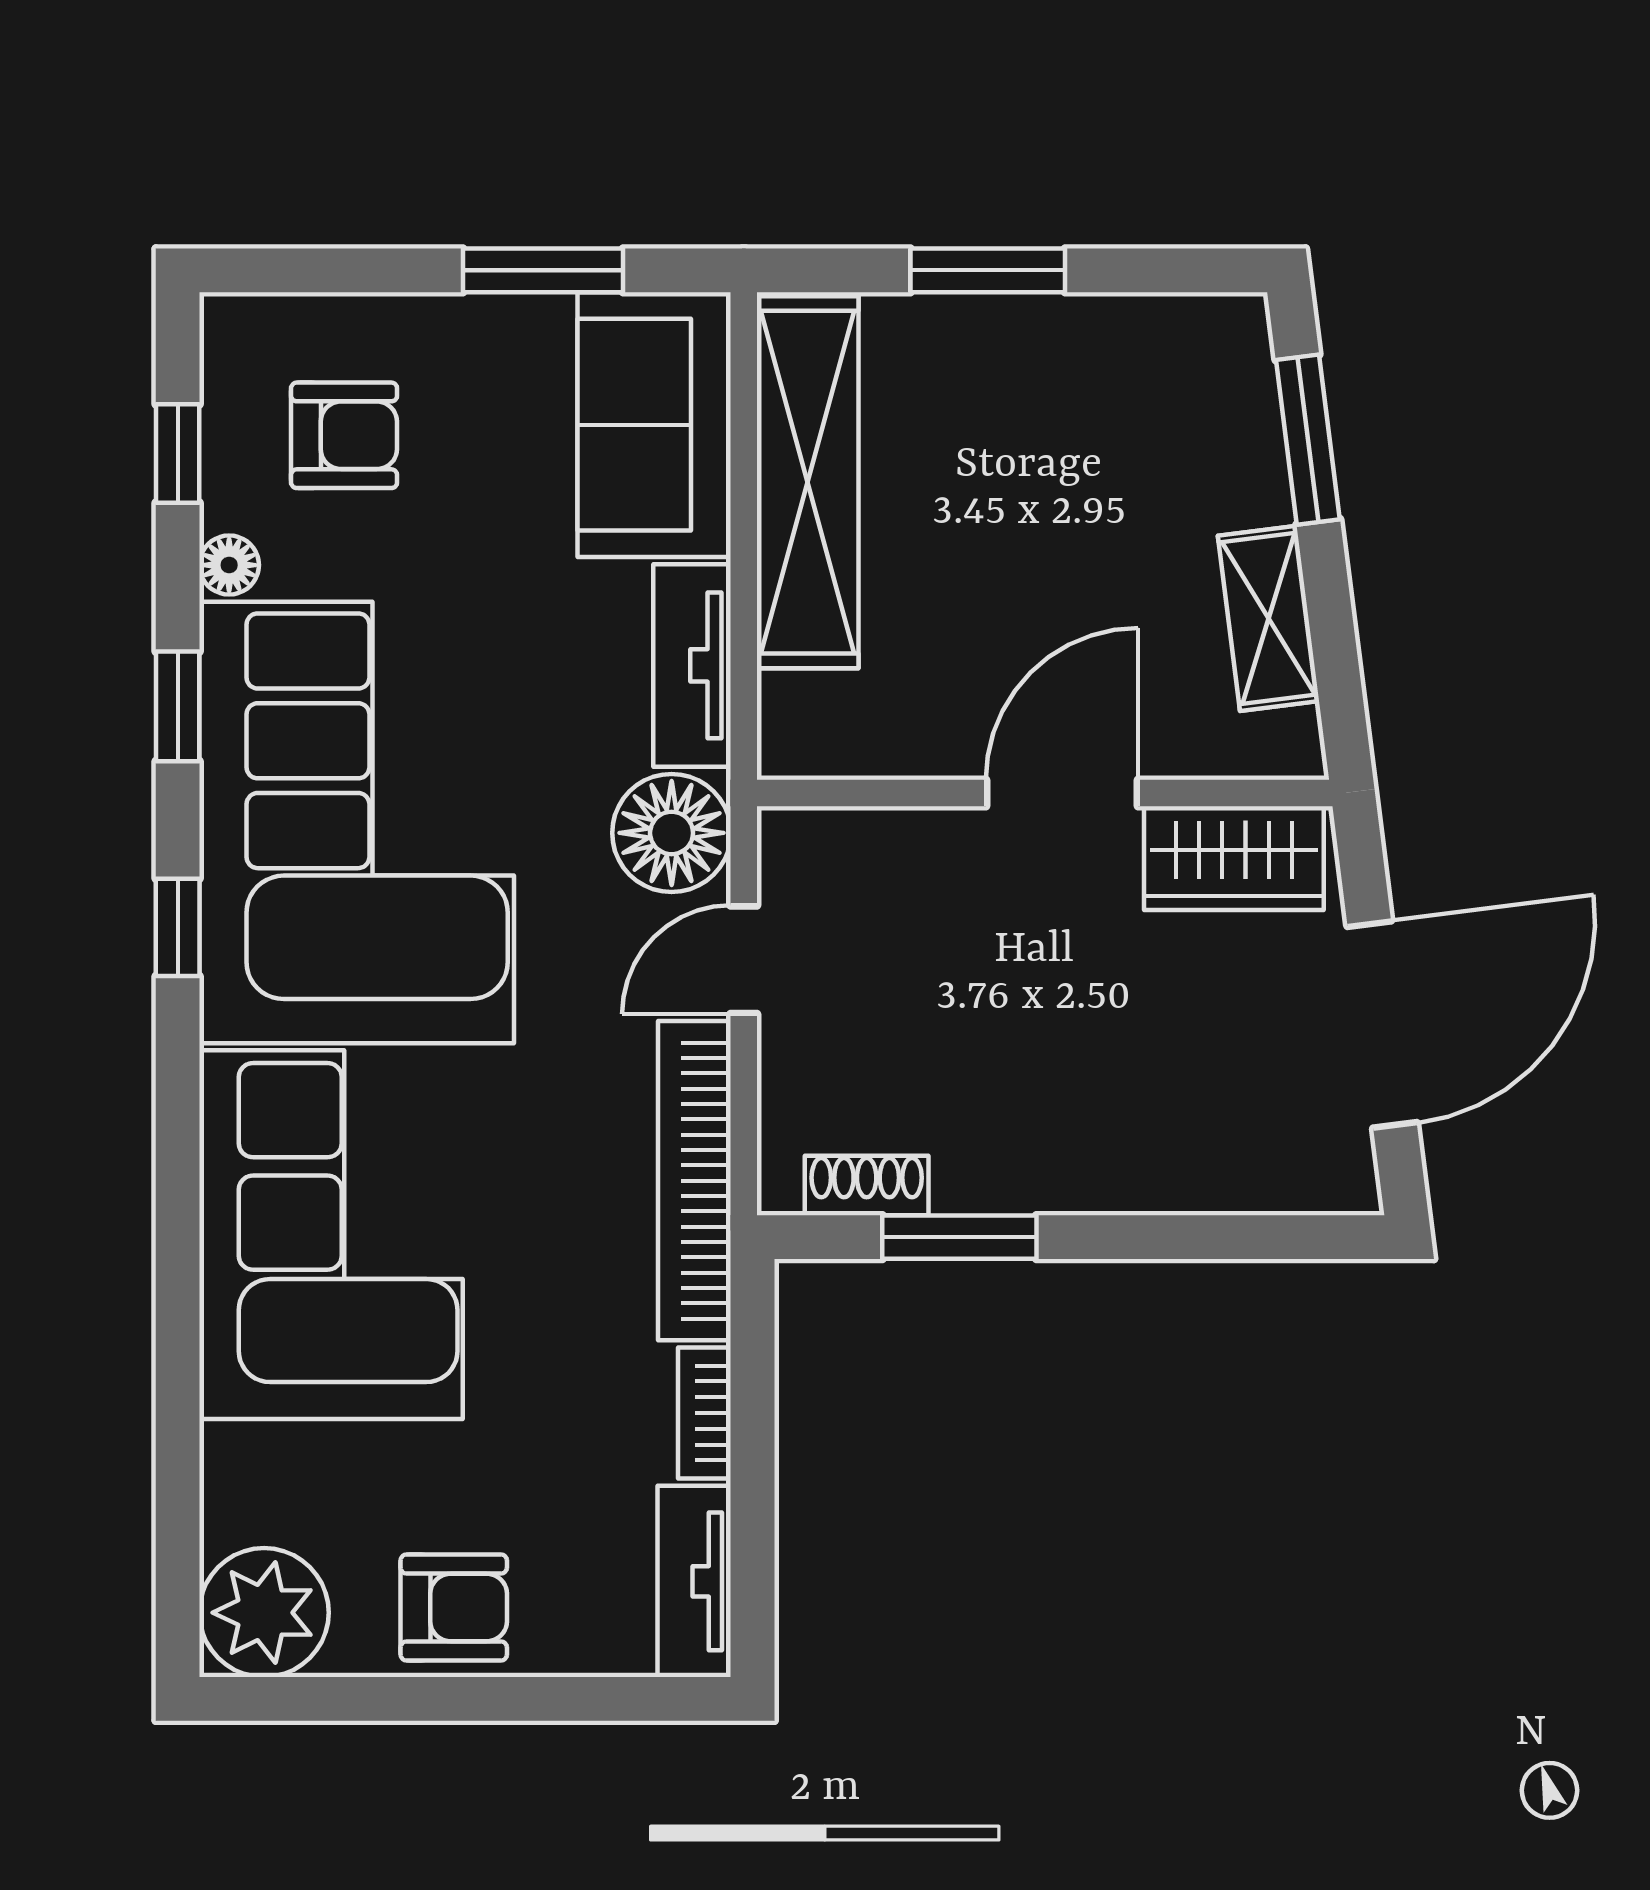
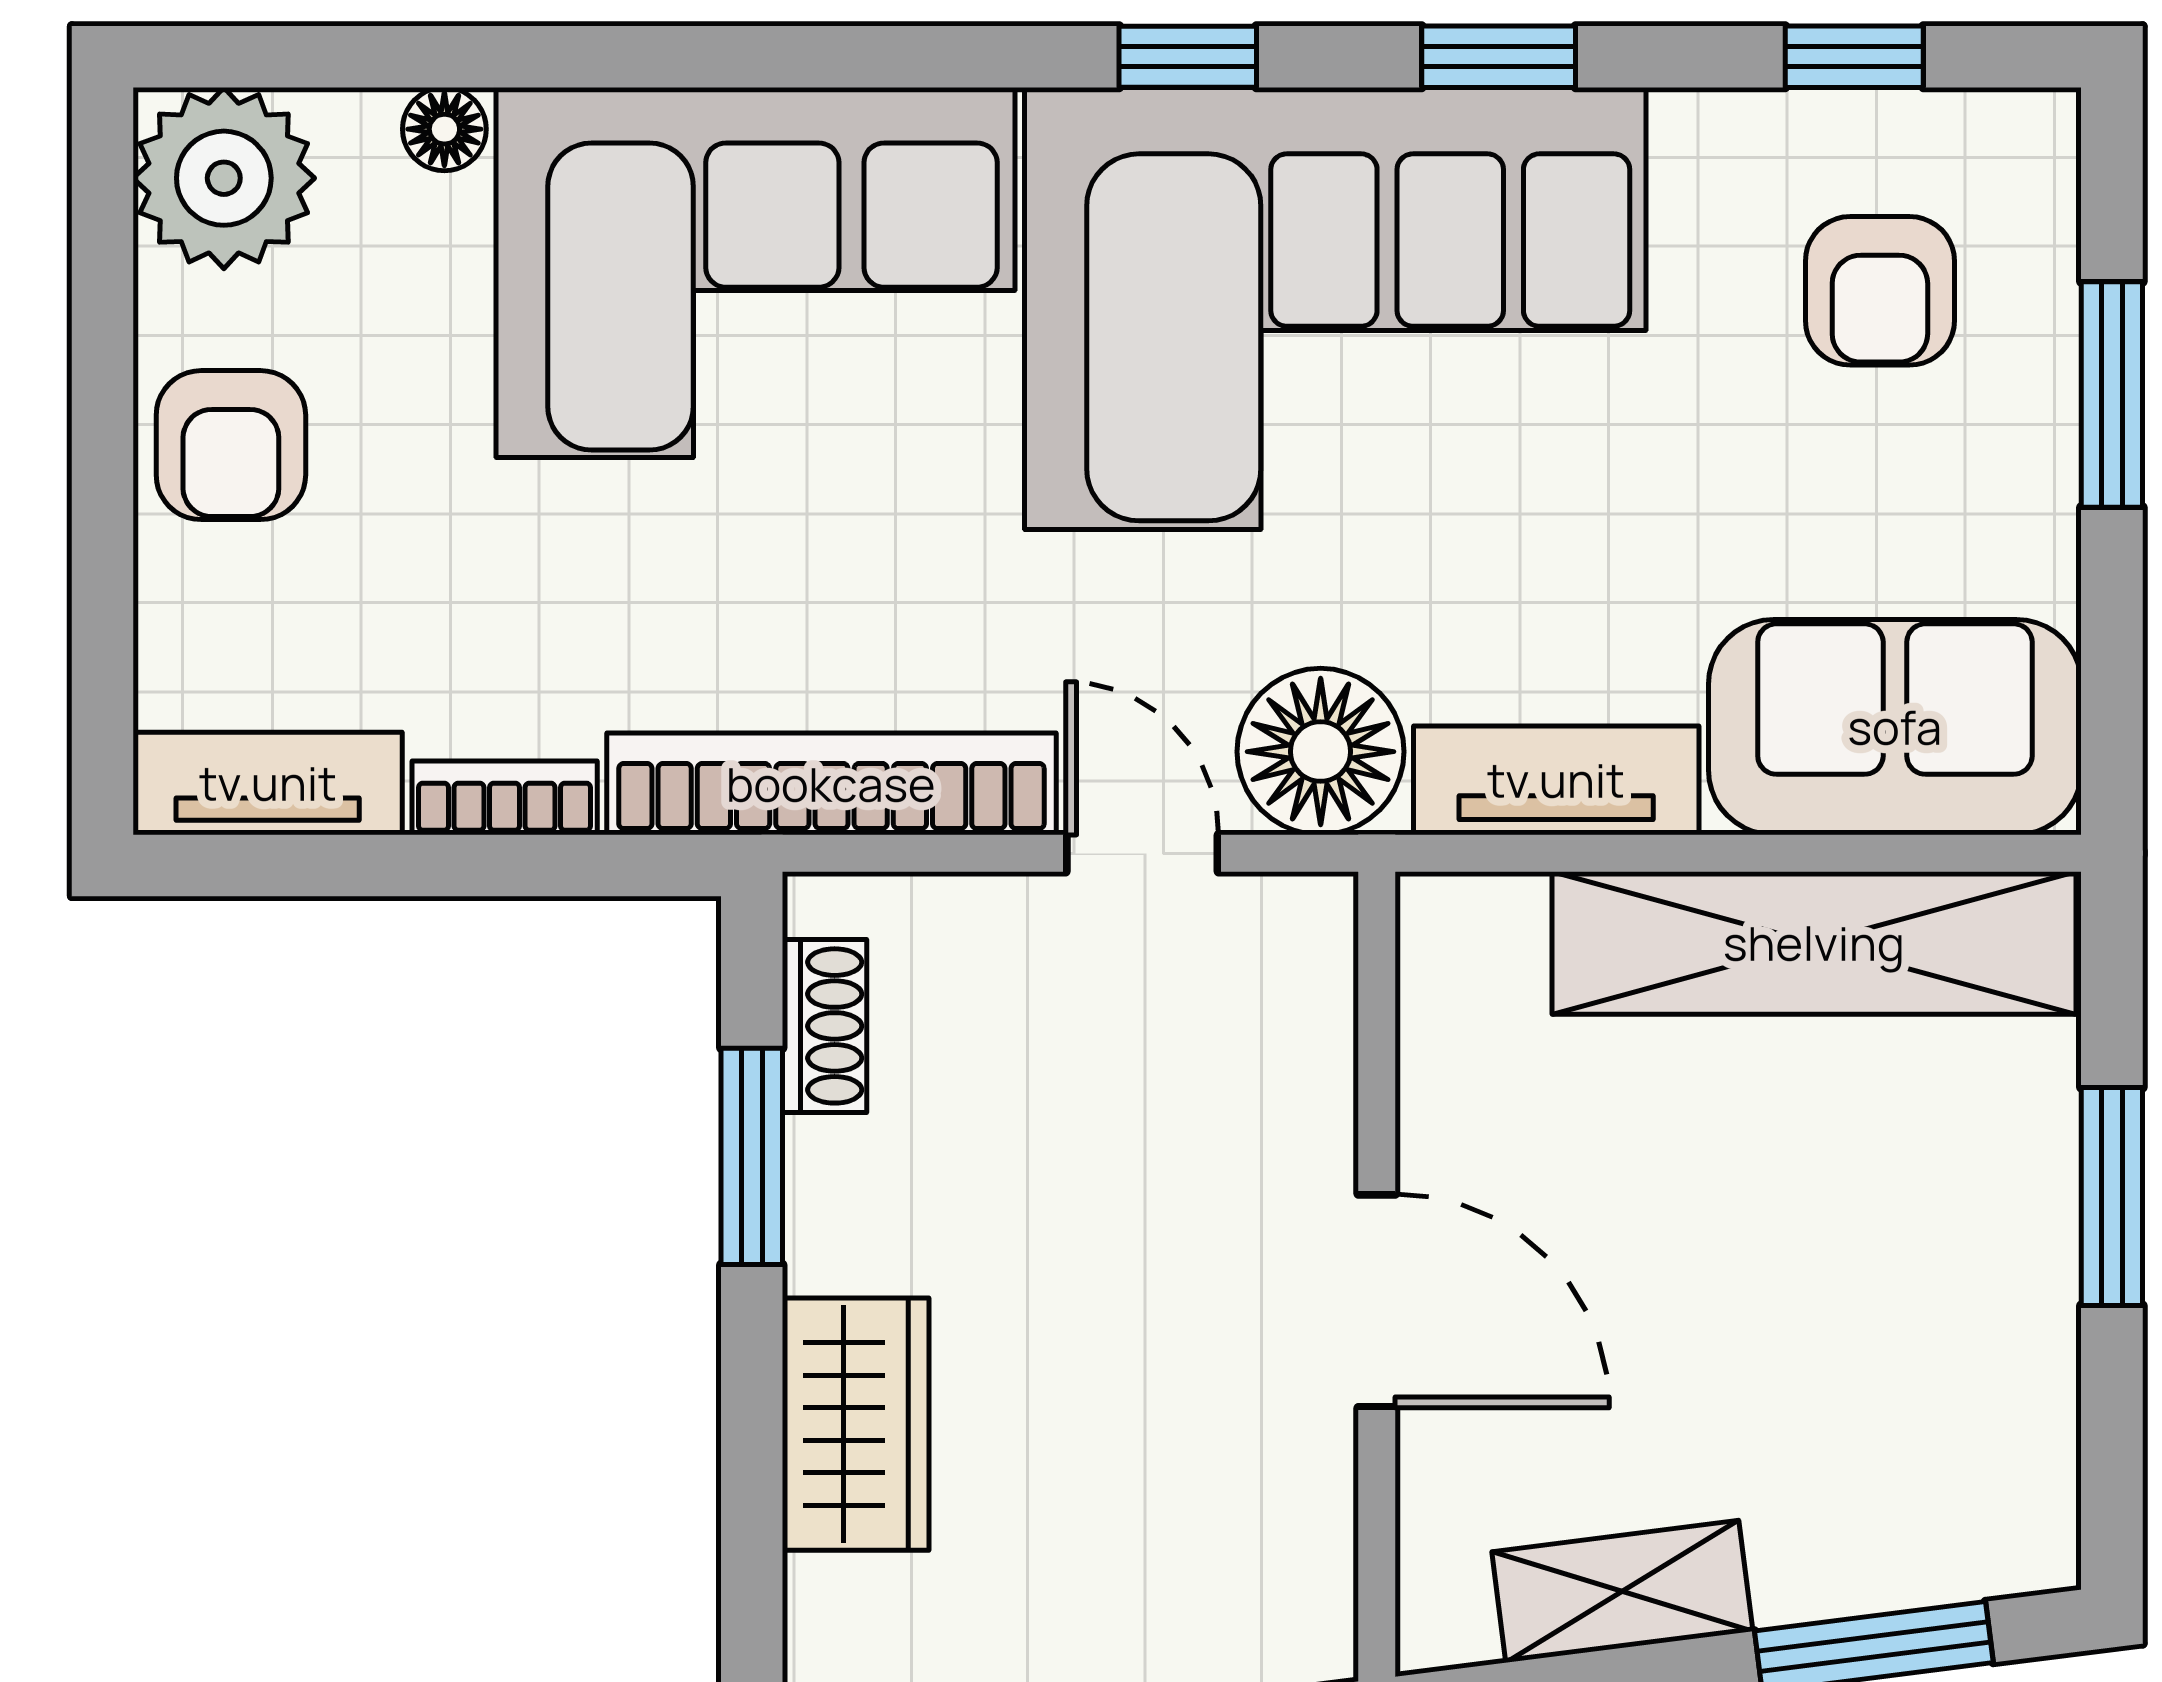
window: (543, 270) -> (2112, 395), moved
floor lamp: (229, 565) -> (444, 129), moved
wardrobe: (1234, 858) -> (856, 1424), moved, turned 180

